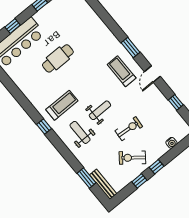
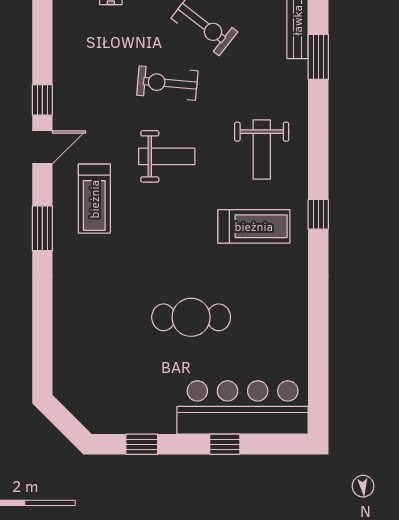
window: (176, 102) -> (42, 100), moved
treadmill: (62, 105) -> (254, 226), turned 180
weight bench: (100, 110) -> (167, 156), moved, turned 180

